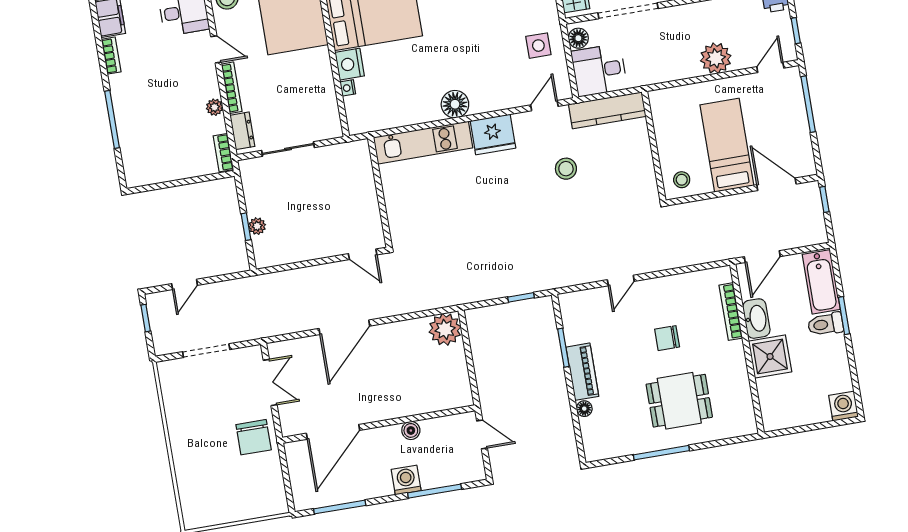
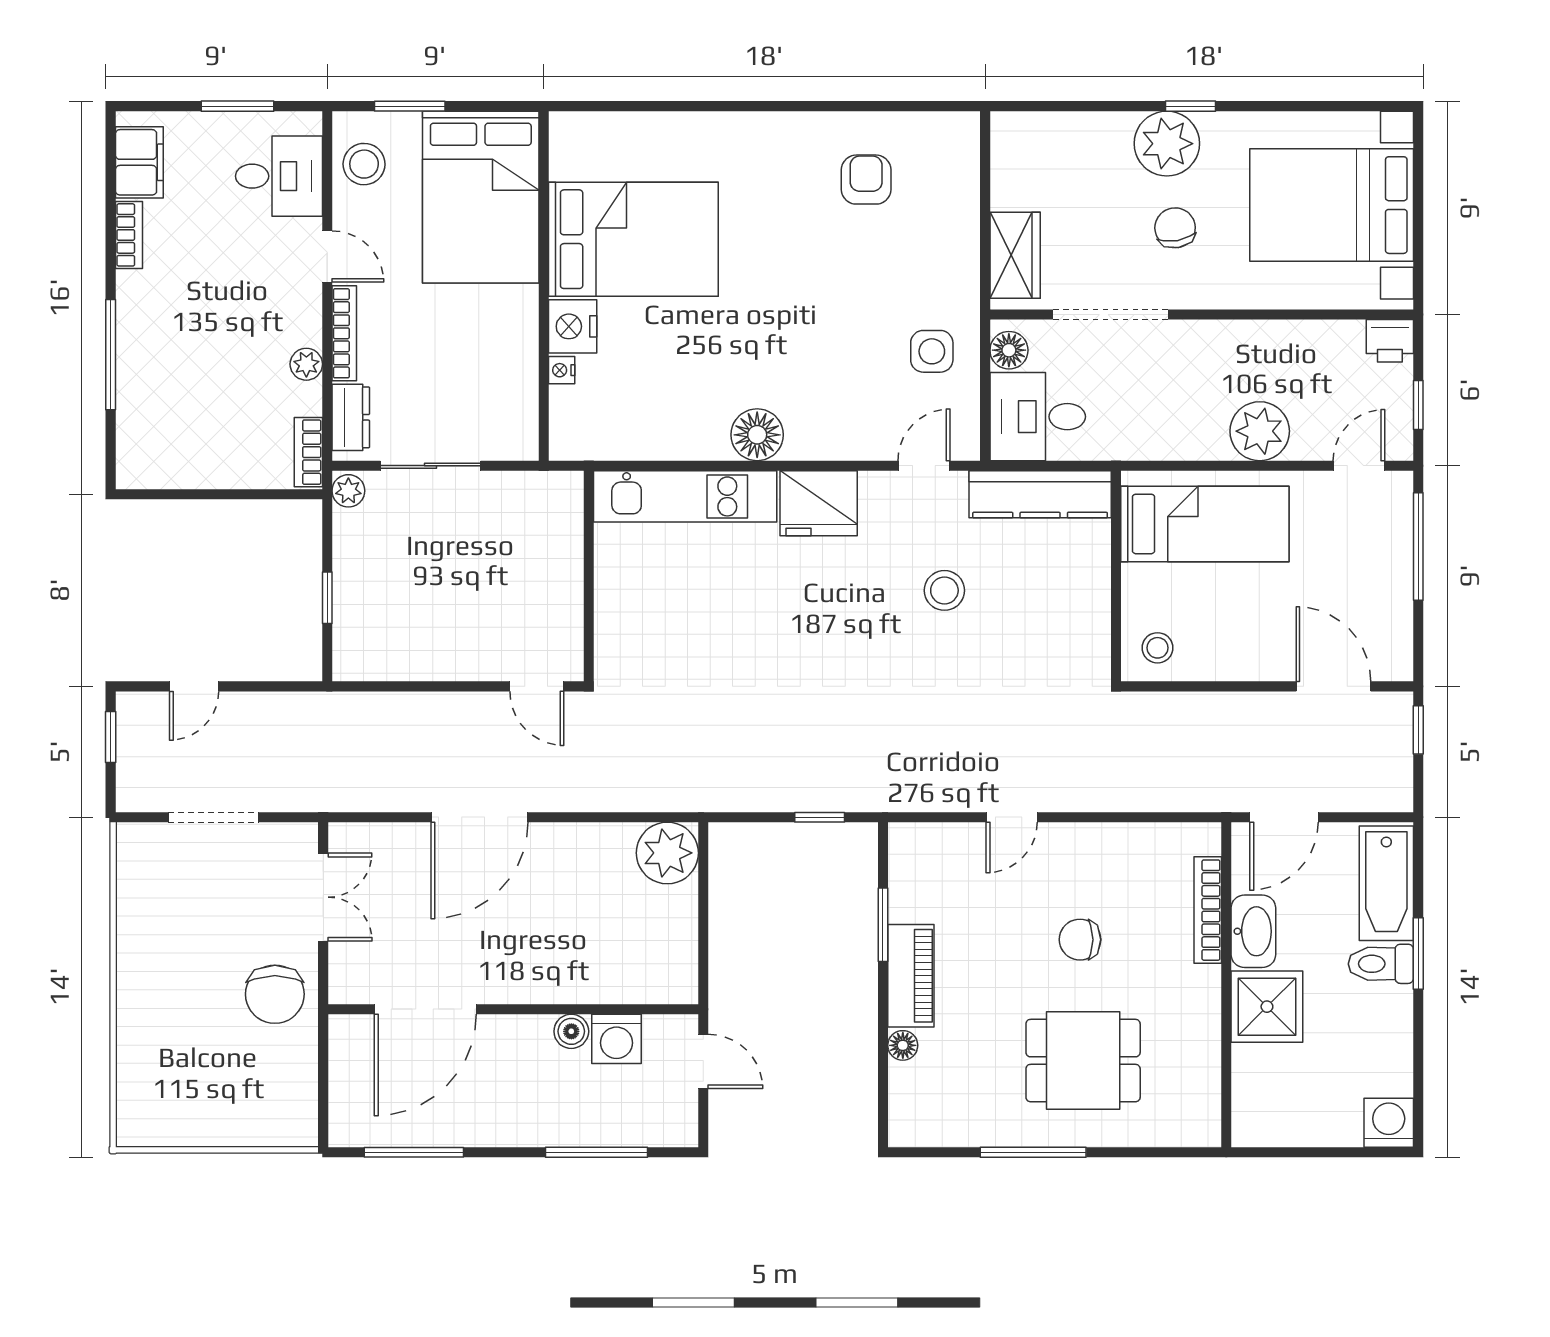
bed: (727, 145) -> (1205, 524), moved, turned 90
plant: (257, 226) -> (348, 491), moved
washing machine: (406, 480) -> (616, 1039), moved, turned 180

